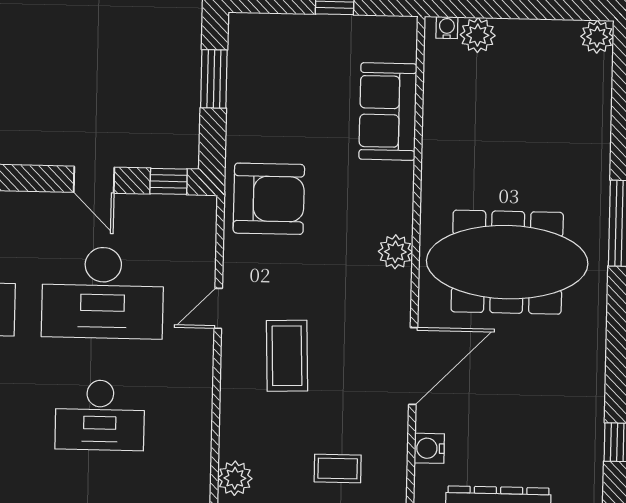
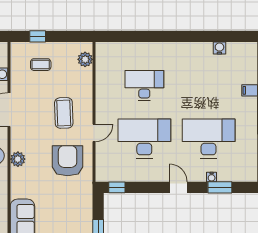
door: (94, 180) -> (178, 187), moved
armchair: (269, 199) -> (68, 161), moved, turned 90

